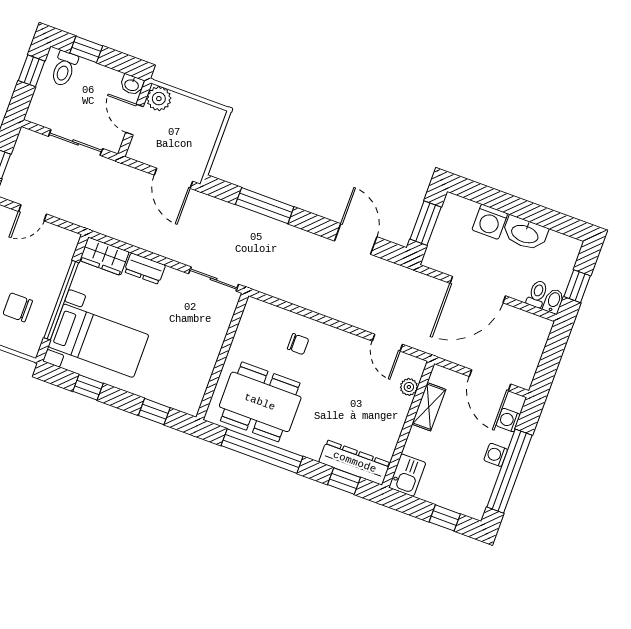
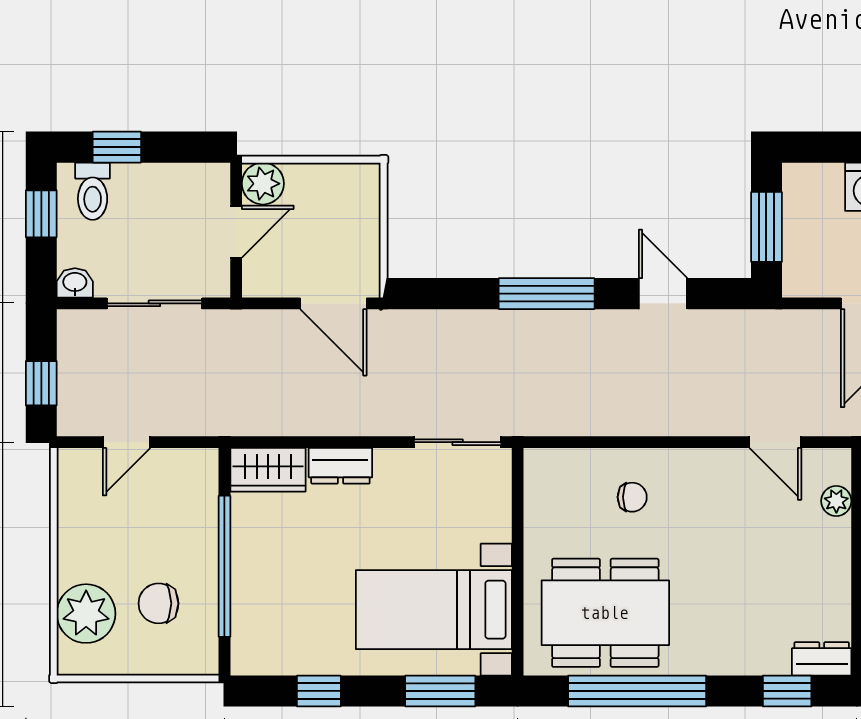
washbasin: (132, 85) -> (75, 283), moved, turned 180
door: (135, 120) -> (236, 232), swing flipped
window: (265, 206) -> (547, 294), moved
door: (356, 239) -> (663, 294), width x0.73
bed with nightstands: (98, 341) -> (434, 610), moved, turned 180
window: (154, 412) -> (440, 691), width x1.50
dresser: (355, 462) -> (822, 659), width x0.51, depth x0.80

